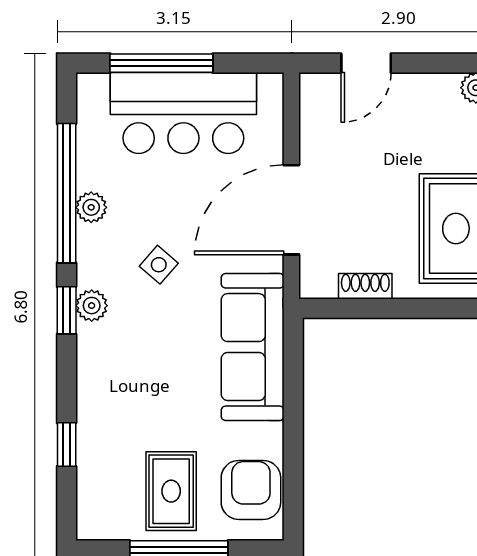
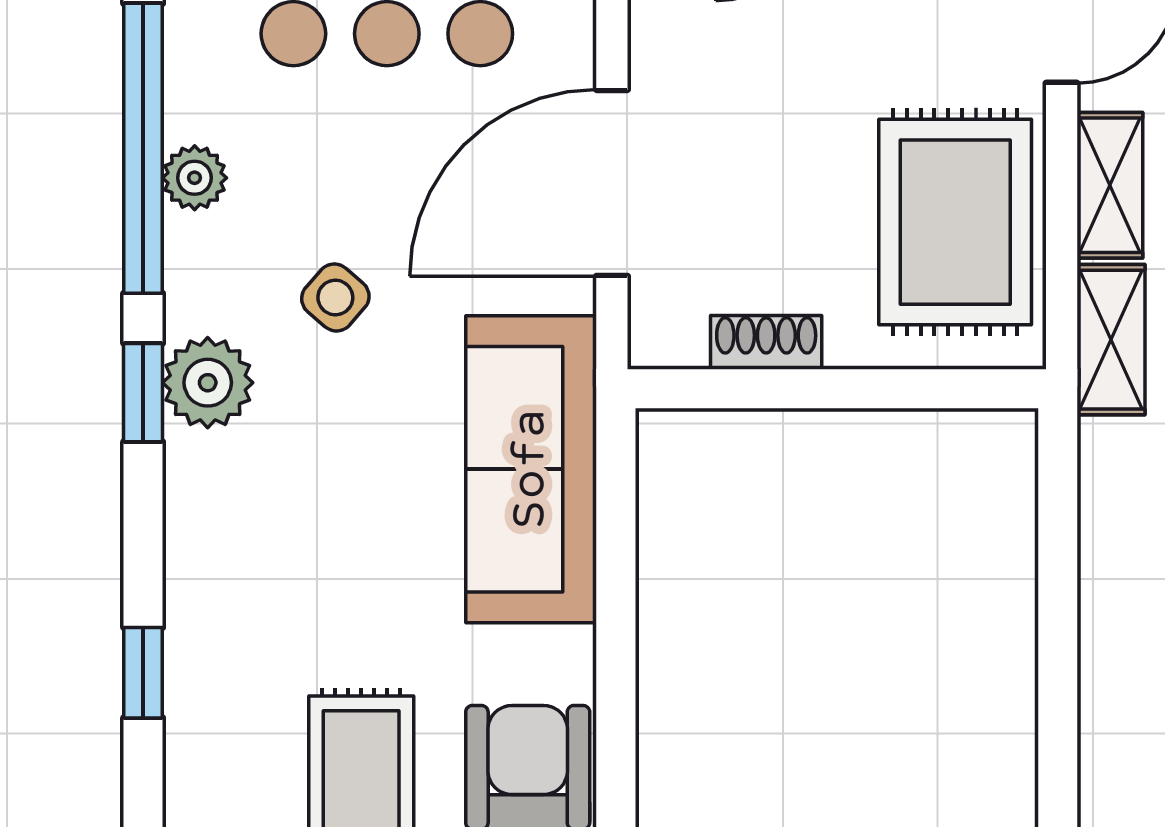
plant: (92, 306) -> (208, 383), width x1.38, depth x1.38

